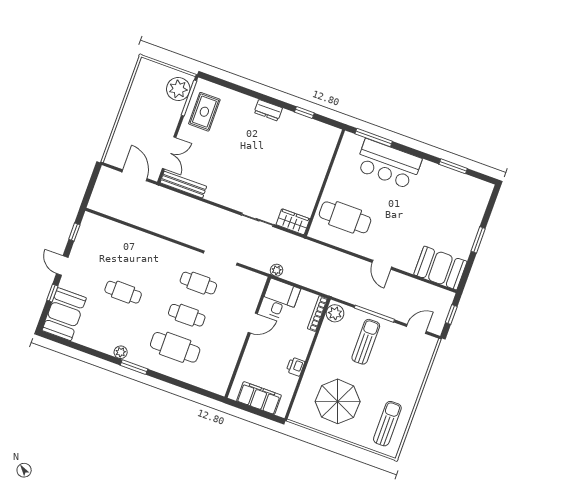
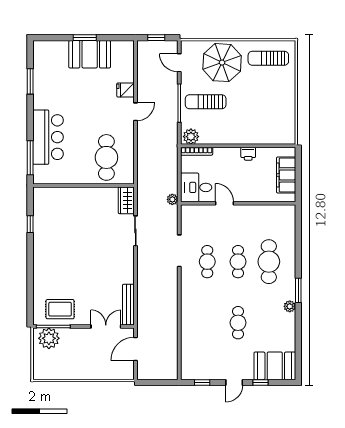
dresser: (268, 110) -> (39, 255), removed
fridge: (408, 263) -> (125, 90), added
booth: (440, 268) -> (90, 54), moved, turned 90
parasol: (338, 401) -> (222, 63), moved

